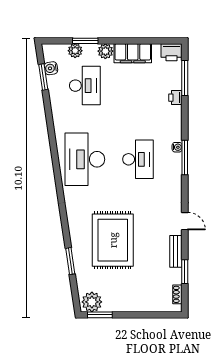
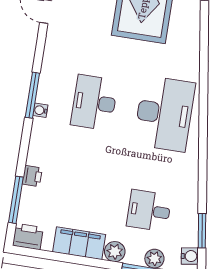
water cooler: (51, 68) -> (190, 256), moved
desk: (85, 86) -> (149, 211), width x0.73

